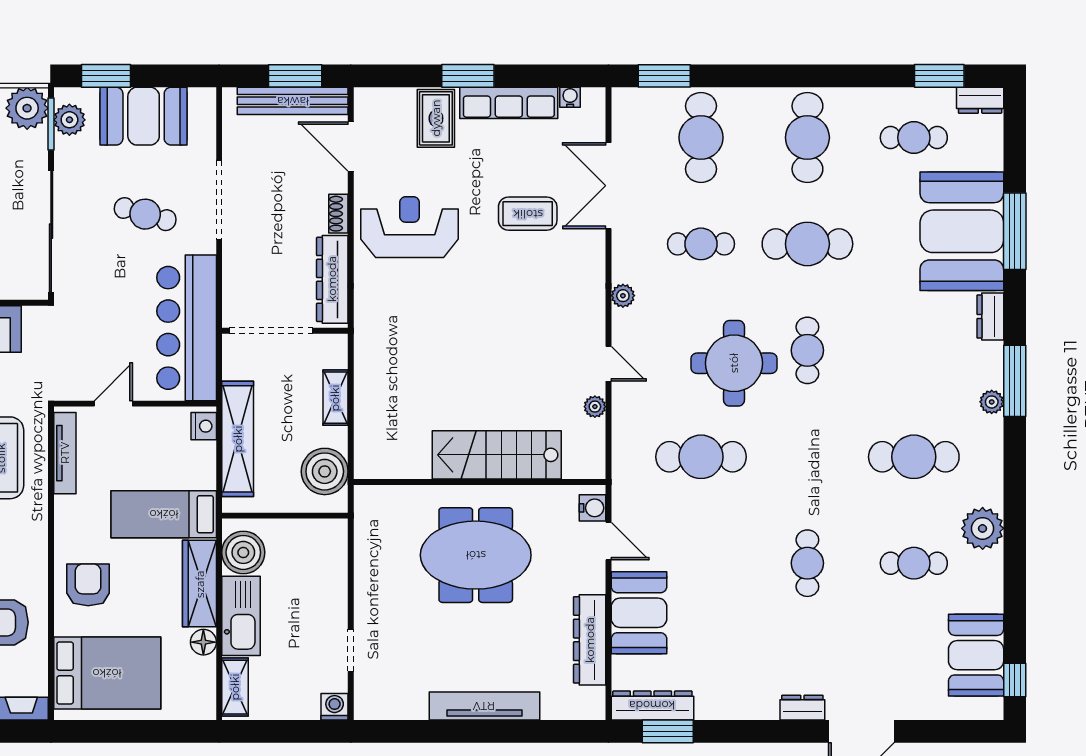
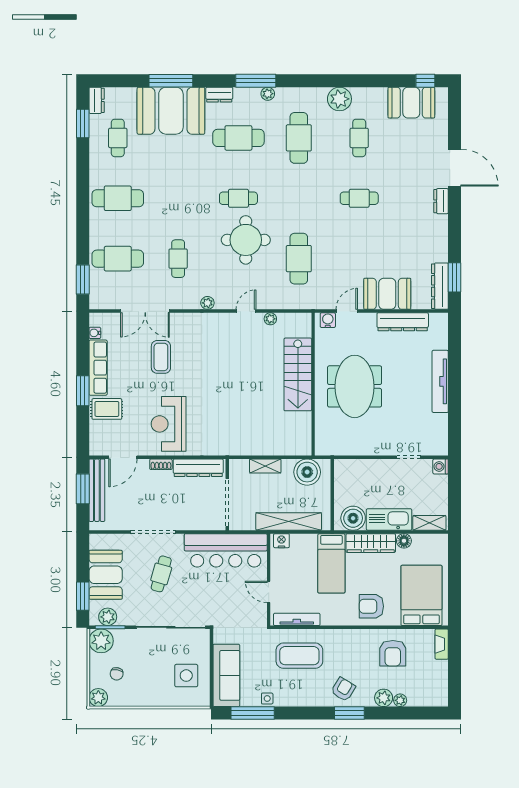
cafe table: (807, 244) -> (238, 138), moved, turned 90

